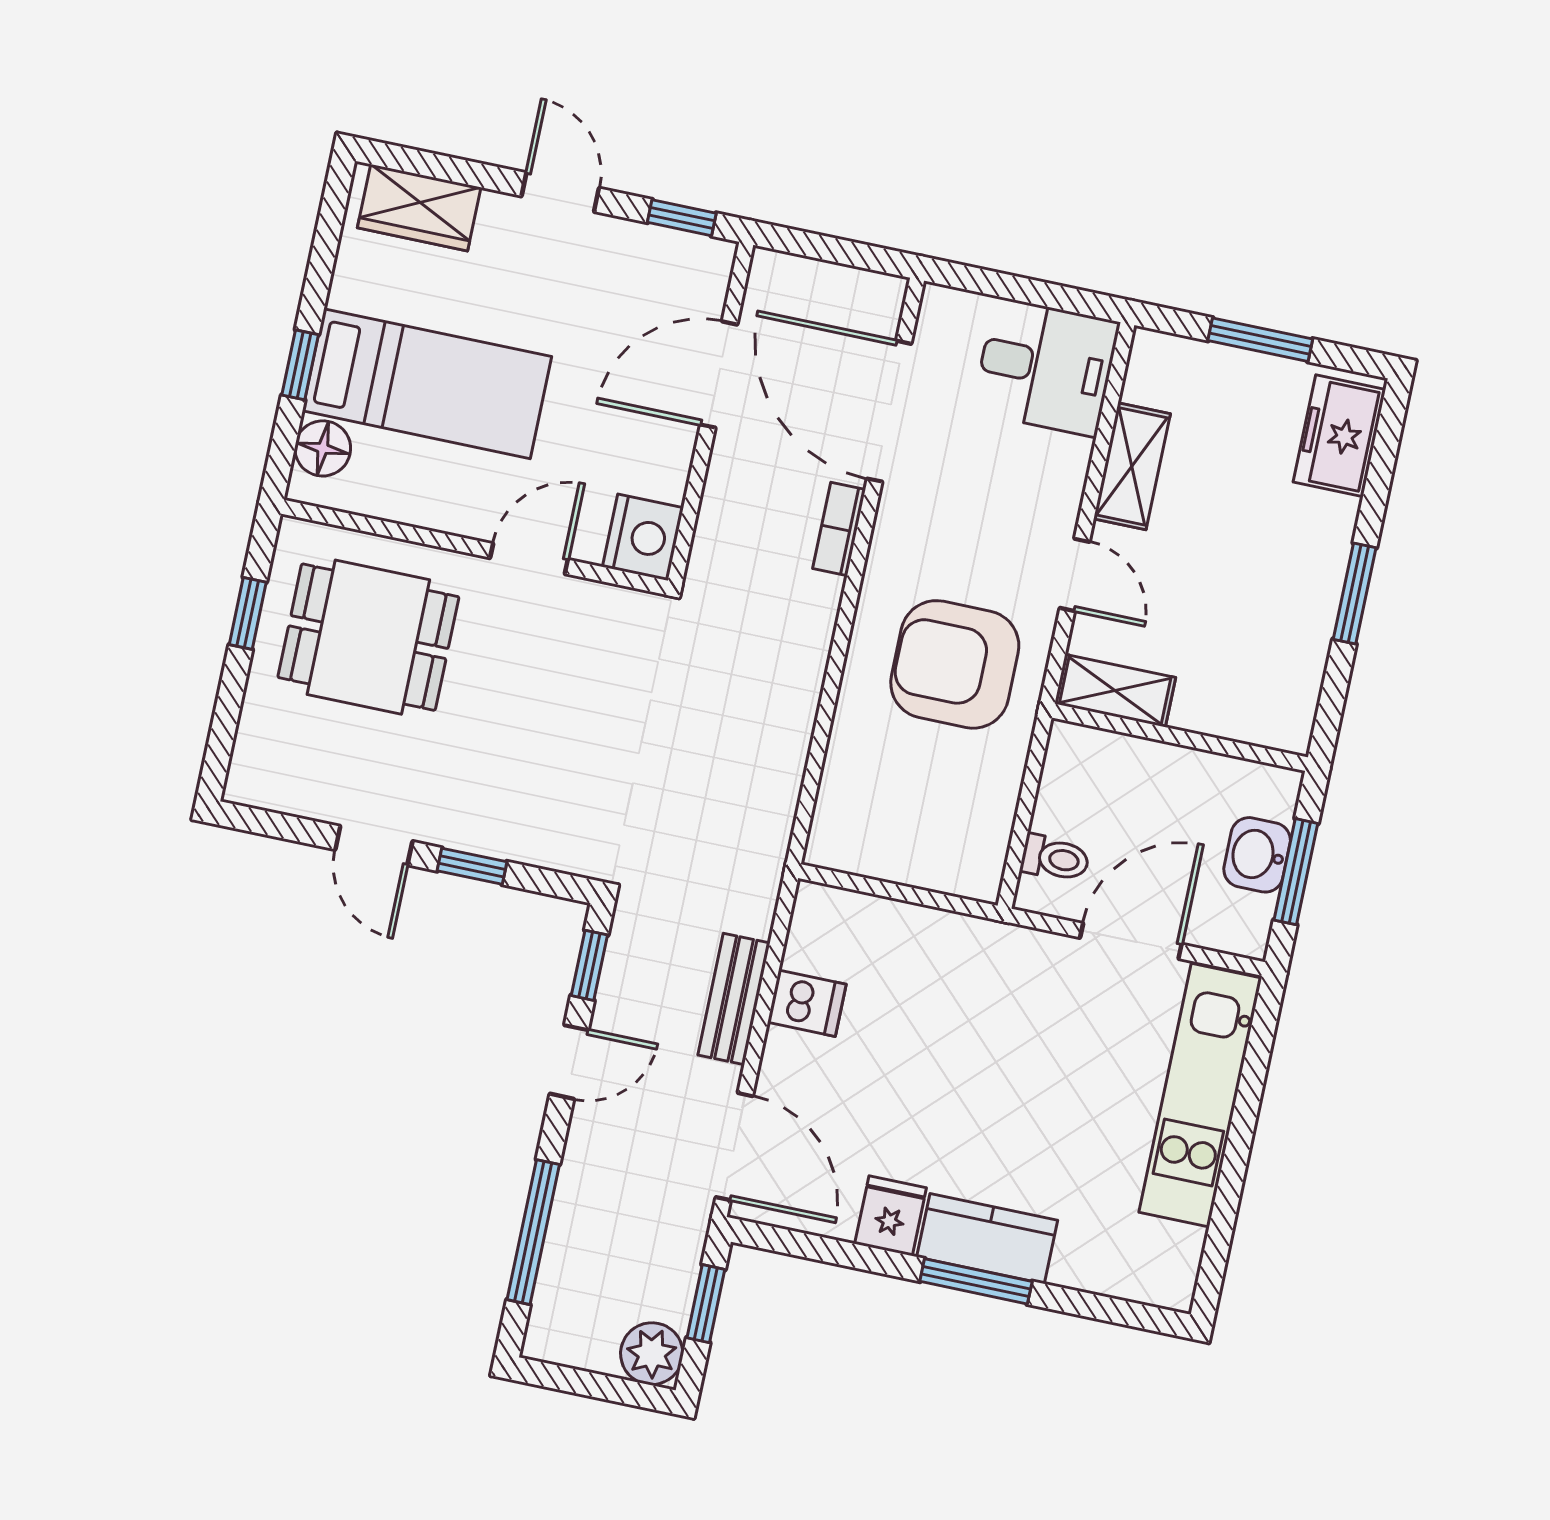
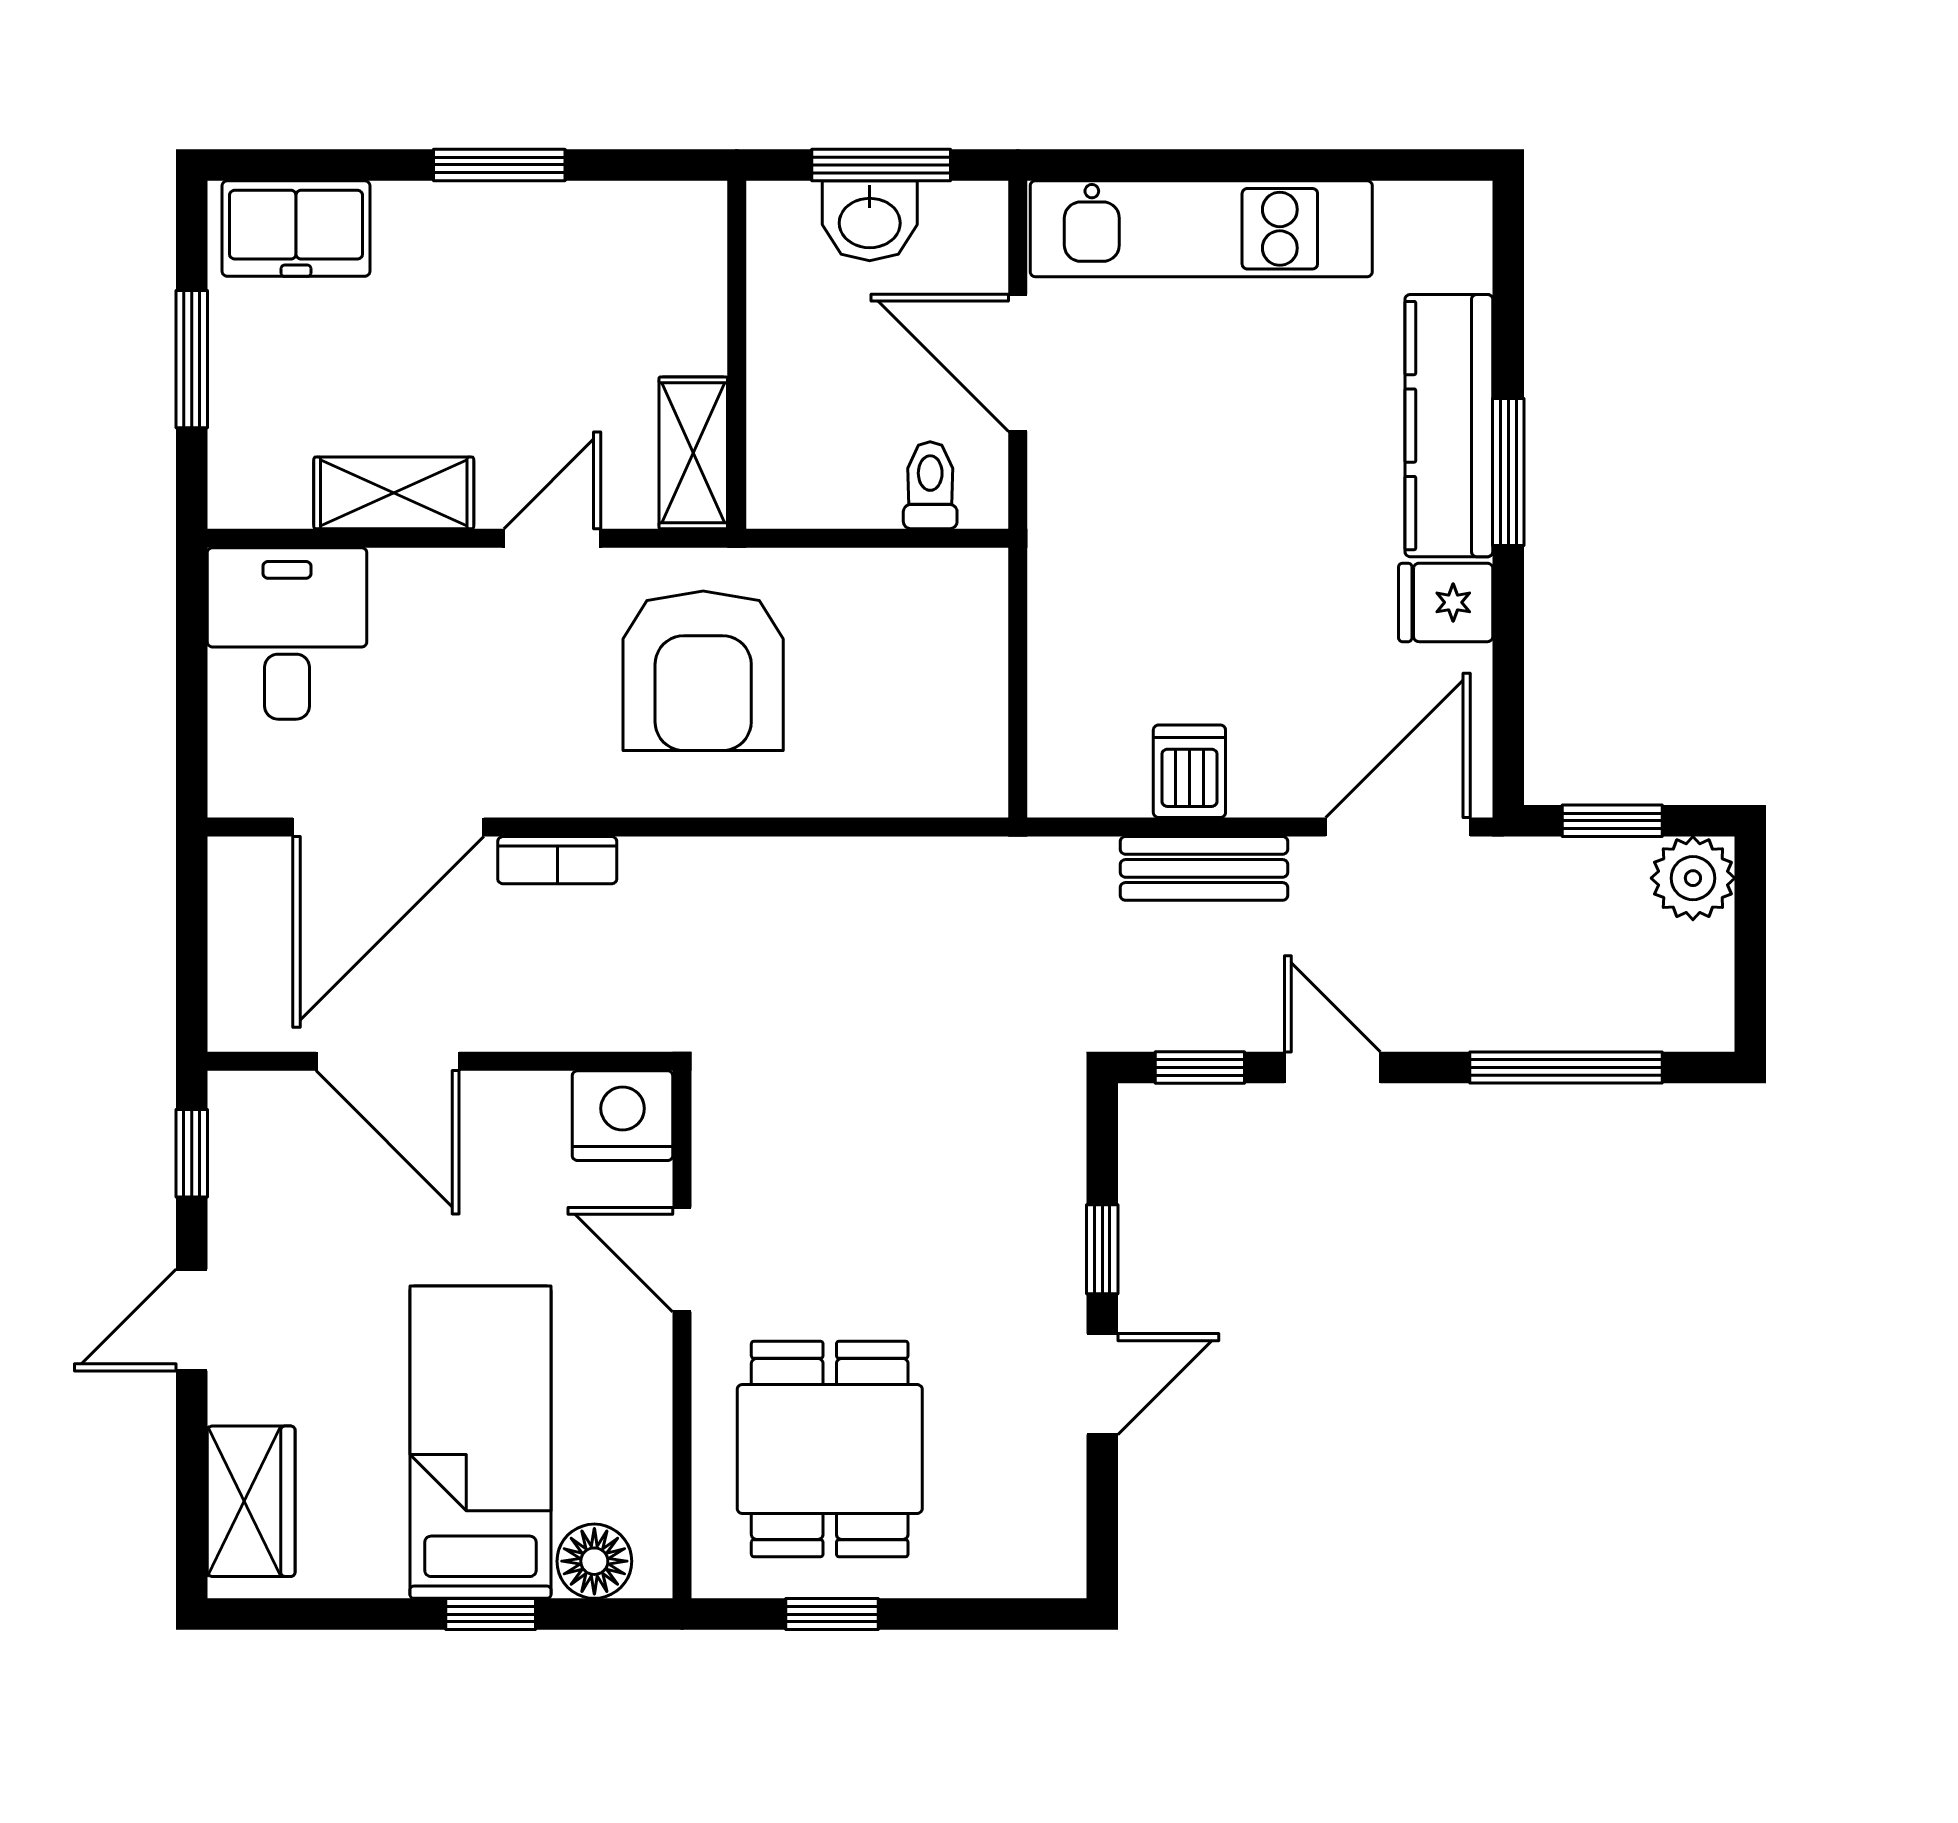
kitchen counter: (987, 1239) -> (1449, 426), width x1.50

